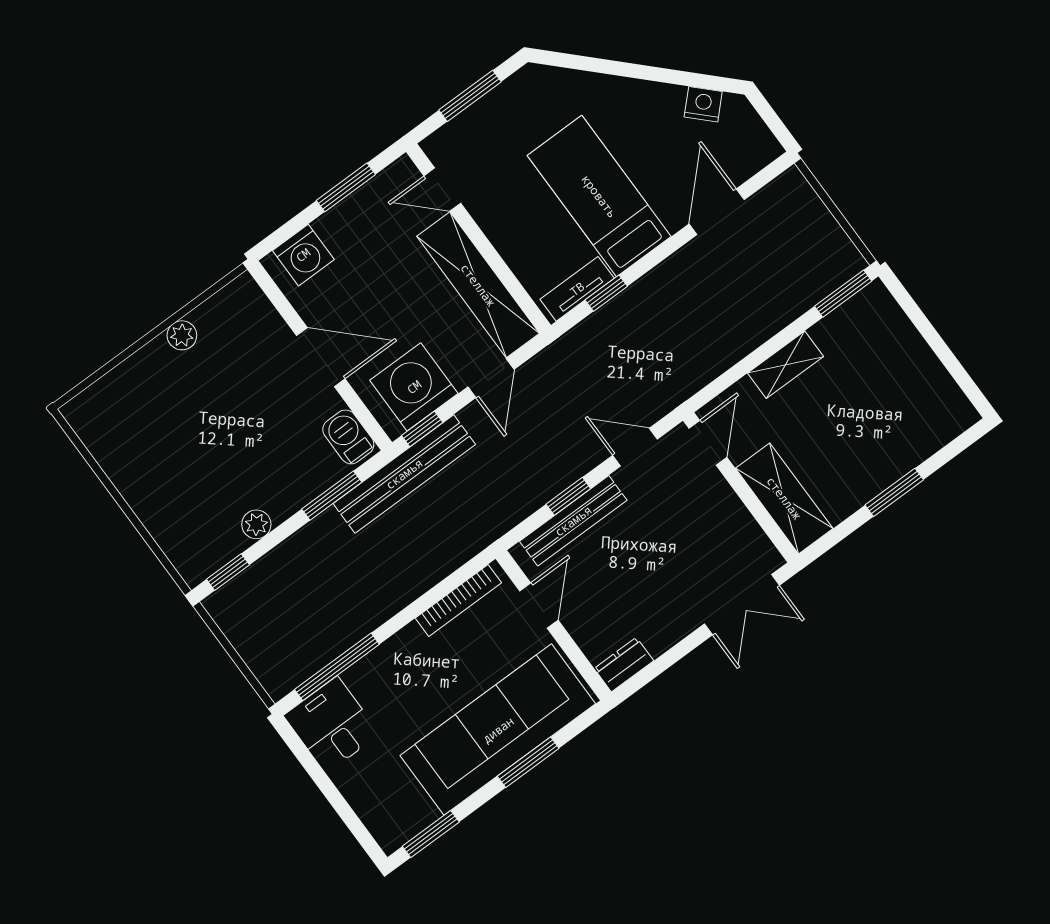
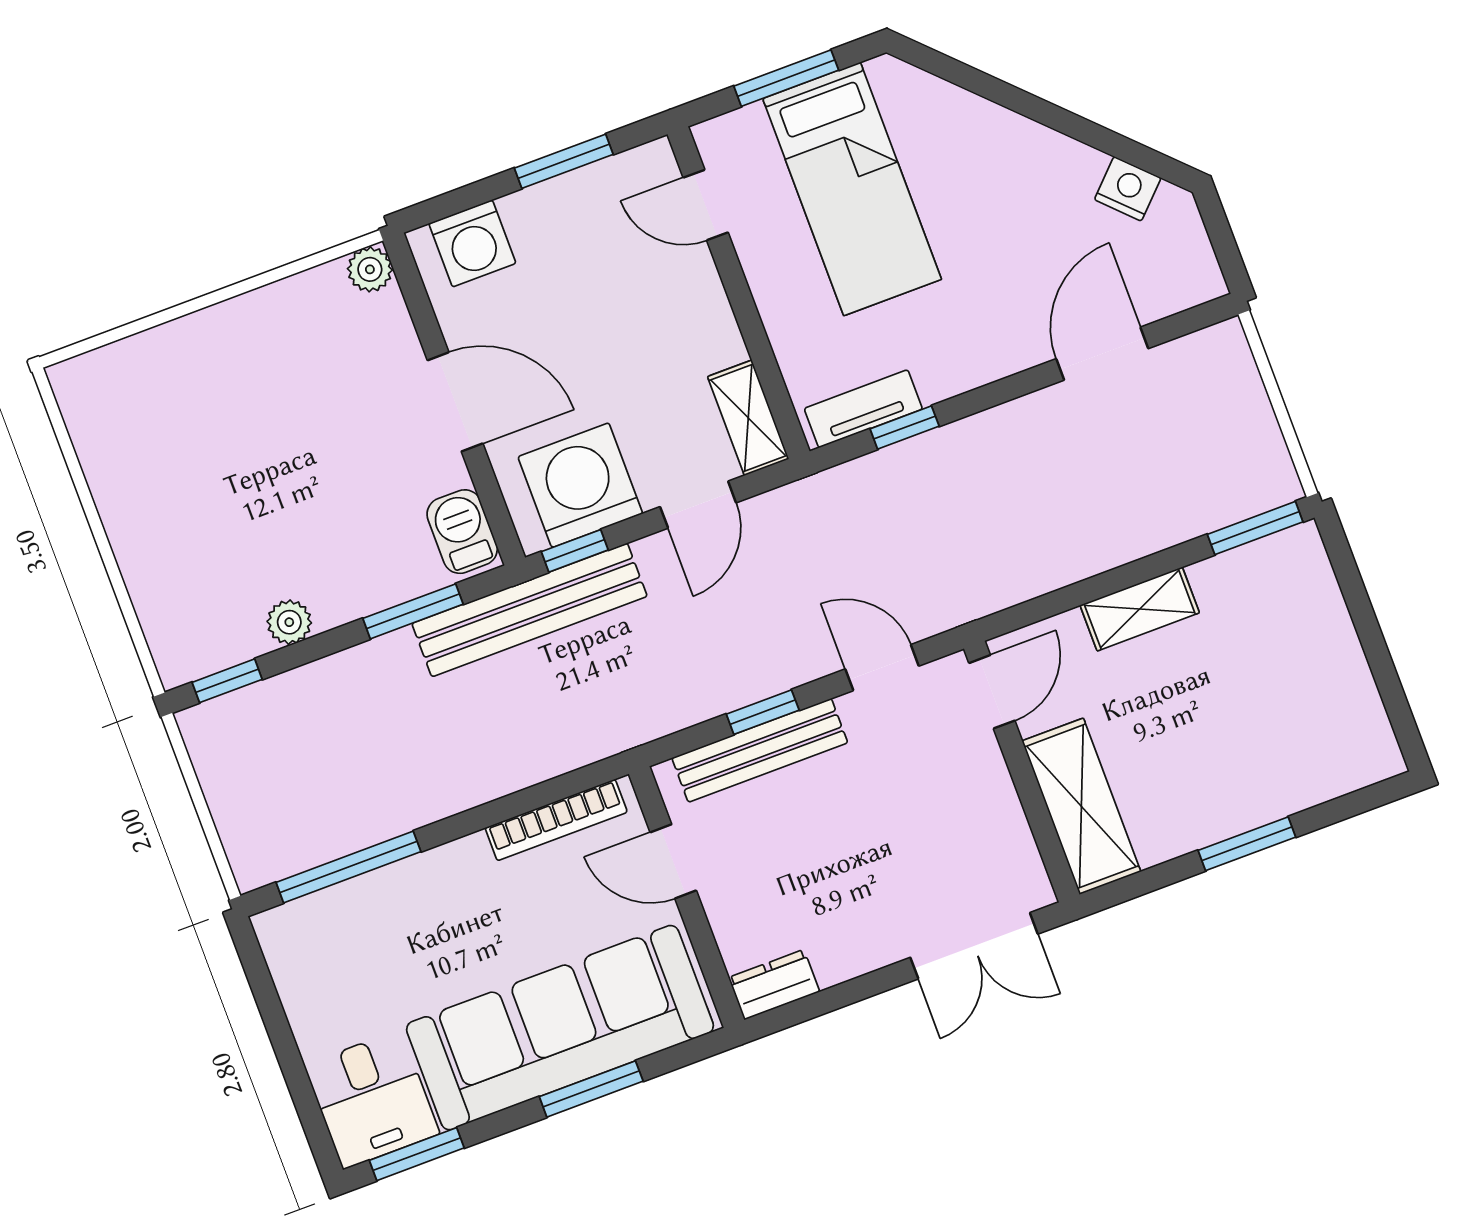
bed: (599, 196) -> (852, 189), moved, turned 180
shelving: (478, 285) -> (748, 418), width x0.45, depth x0.75
plant: (182, 335) -> (370, 269), moved
door: (539, 605) -> (673, 861), swing flipped
desk: (332, 725) -> (372, 1099), moved, turned 180

